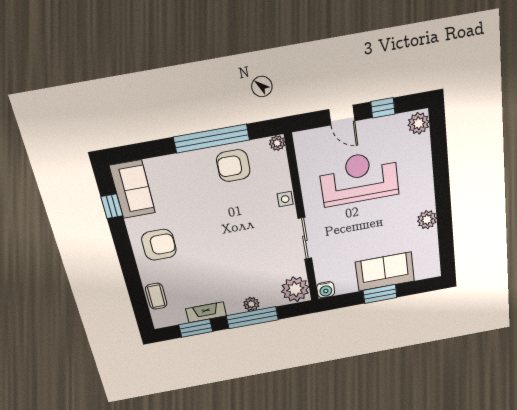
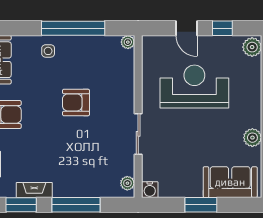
armchair: (233, 166) -> (76, 102), moved
side table: (285, 199) -> (48, 51), moved
sofa: (385, 272) -> (230, 182), moved
plant: (295, 289) -> (127, 183), width x0.53, depth x0.53
plant: (251, 304) -> (78, 190), removed

